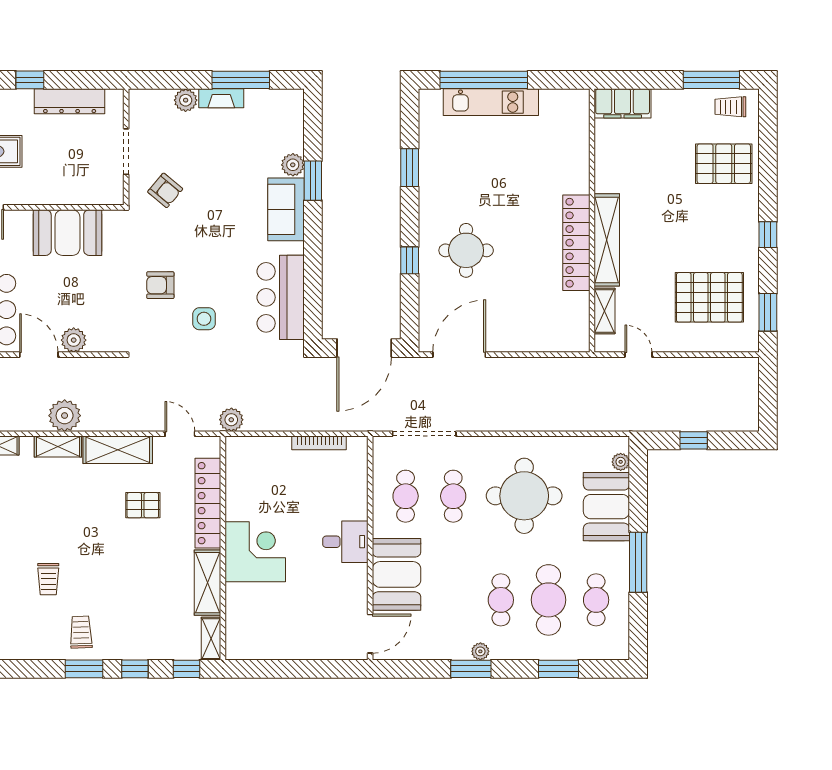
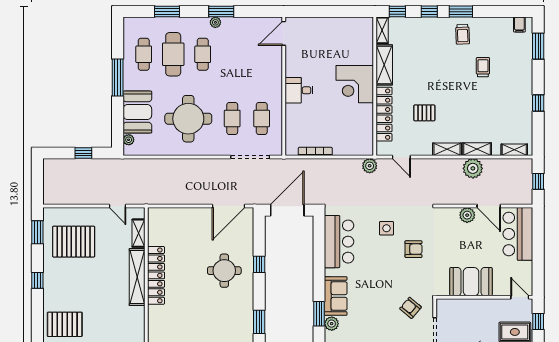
shelving: (118, 450) -> (447, 149), width x0.67, depth x0.75
booth: (396, 574) -> (267, 70), removed

